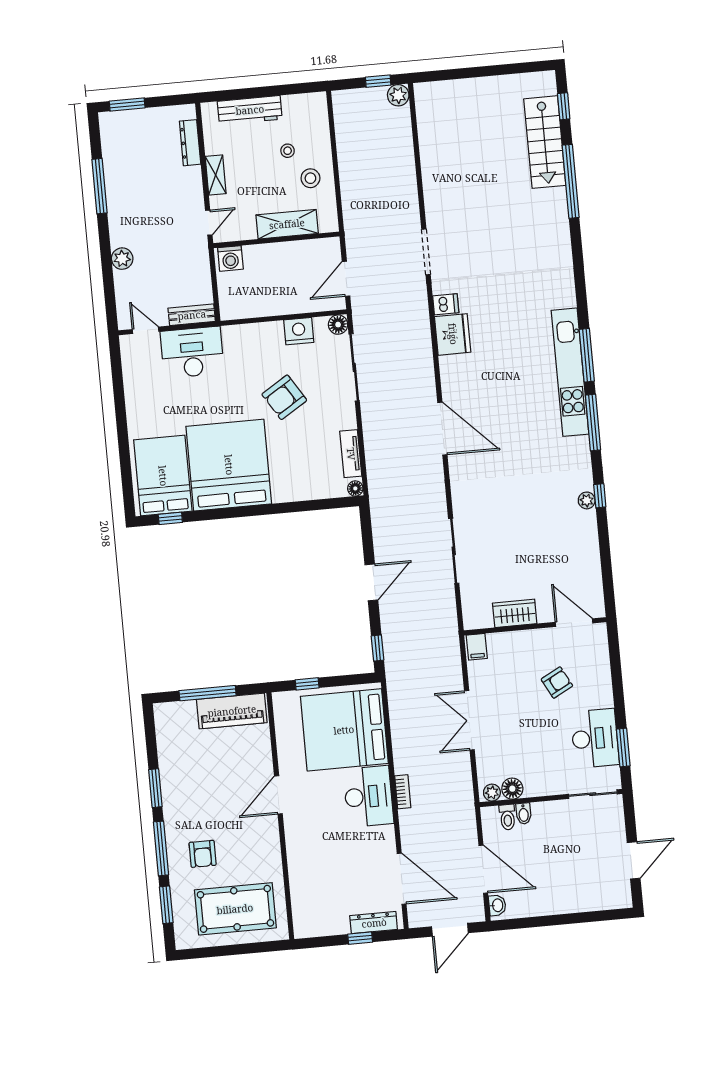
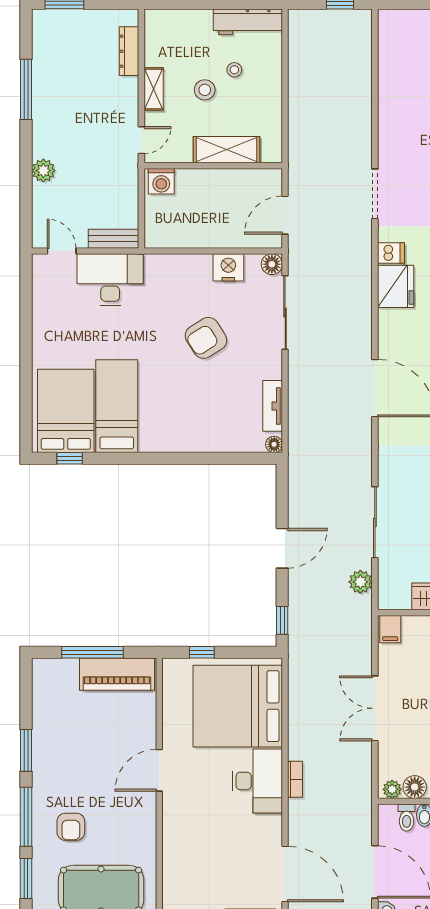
plant: (398, 95) -> (360, 582), moved
workbench: (250, 110) -> (248, 22), moved
stool: (310, 178) -> (205, 90), moved
bed: (229, 465) -> (117, 406), width x0.49

